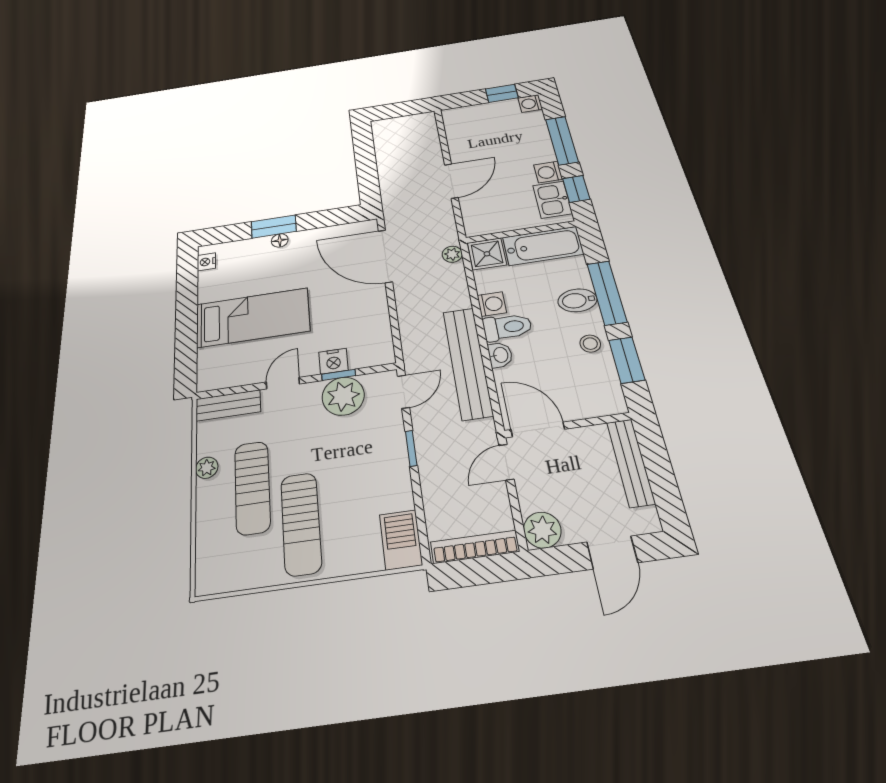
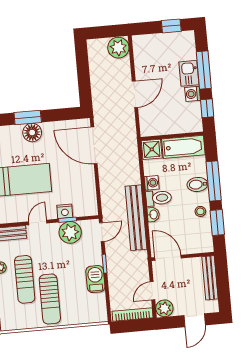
washing machine: (530, 104) -> (188, 37), removed
kitchen sink: (552, 200) -> (189, 73), moved
floor lamp: (280, 240) -> (32, 133), width x1.89, depth x1.89
plant: (452, 254) -> (118, 48), moved, width x1.88, depth x1.88
door: (506, 462) -> (152, 291), moved
barbecue: (401, 540) -> (95, 279), moved

